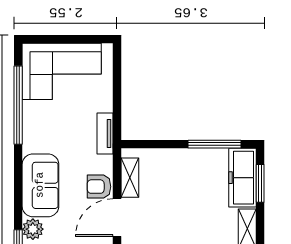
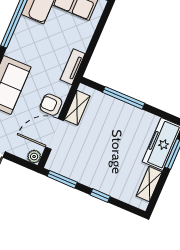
window: (214, 144) -> (124, 98), moved

